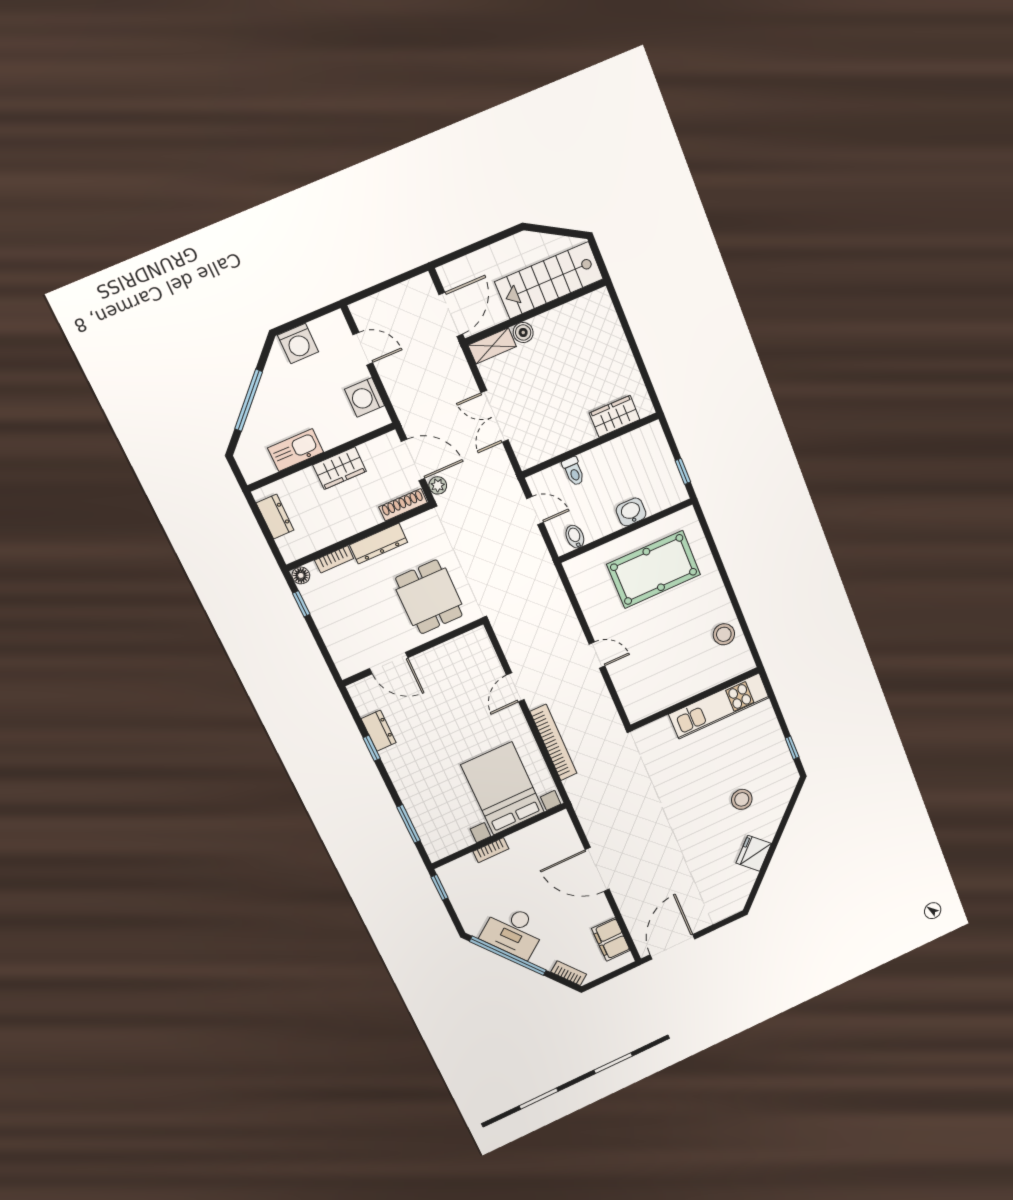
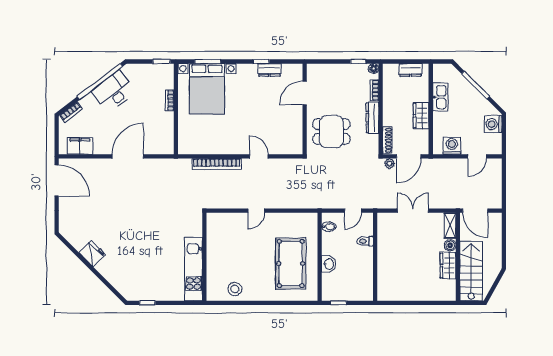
wardrobe: (615, 416) -> (448, 266), moved, turned 180
bed with nightstands: (503, 789) -> (207, 89), moved, turned 90
stool: (742, 799) -> (130, 260), removed

